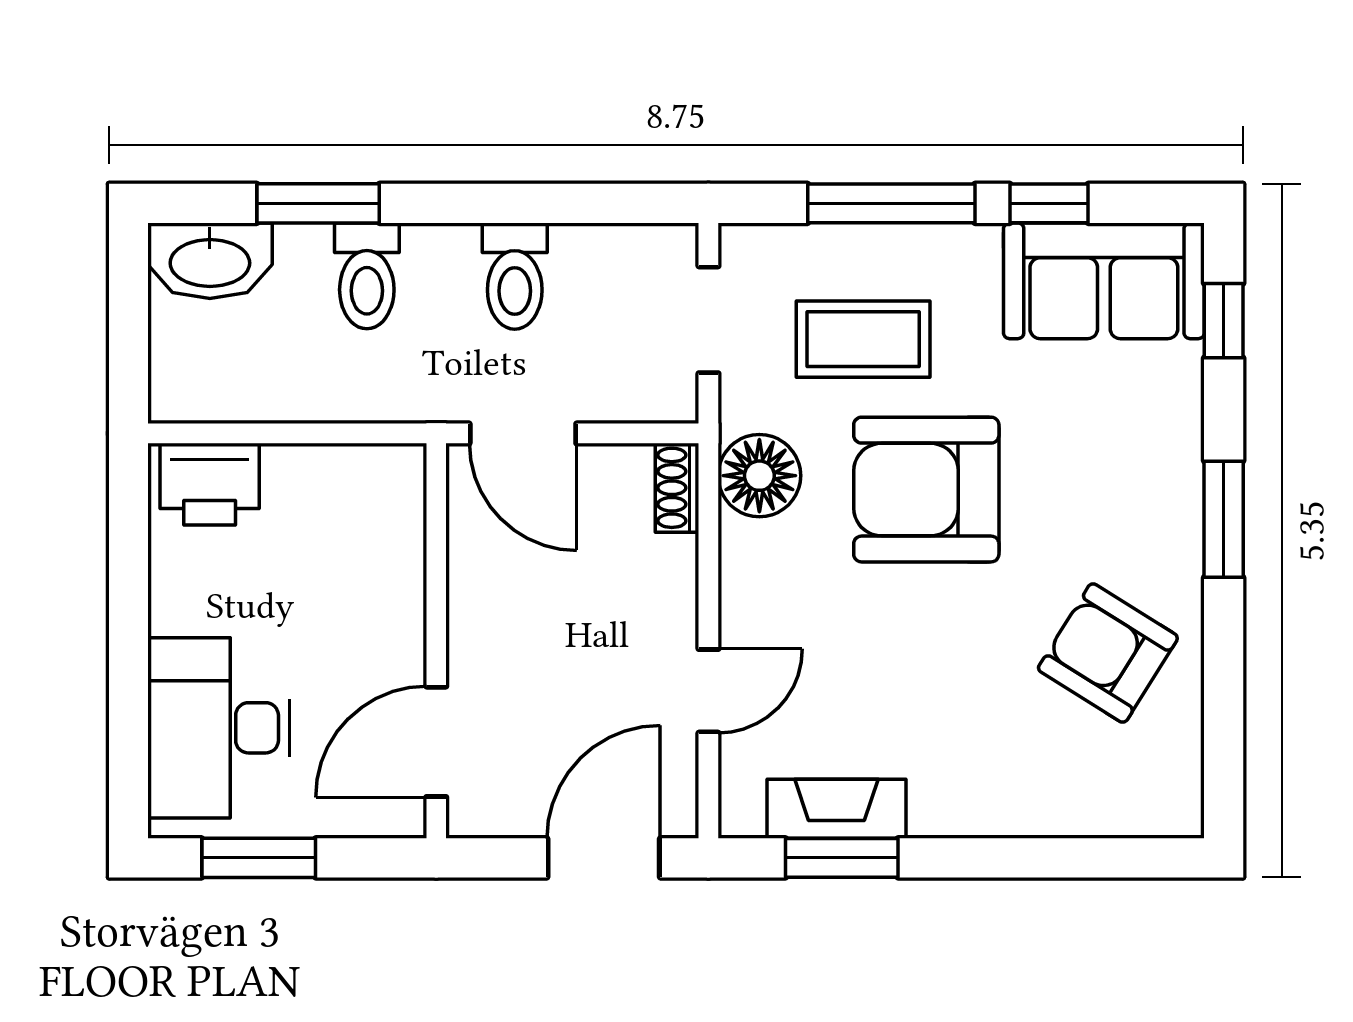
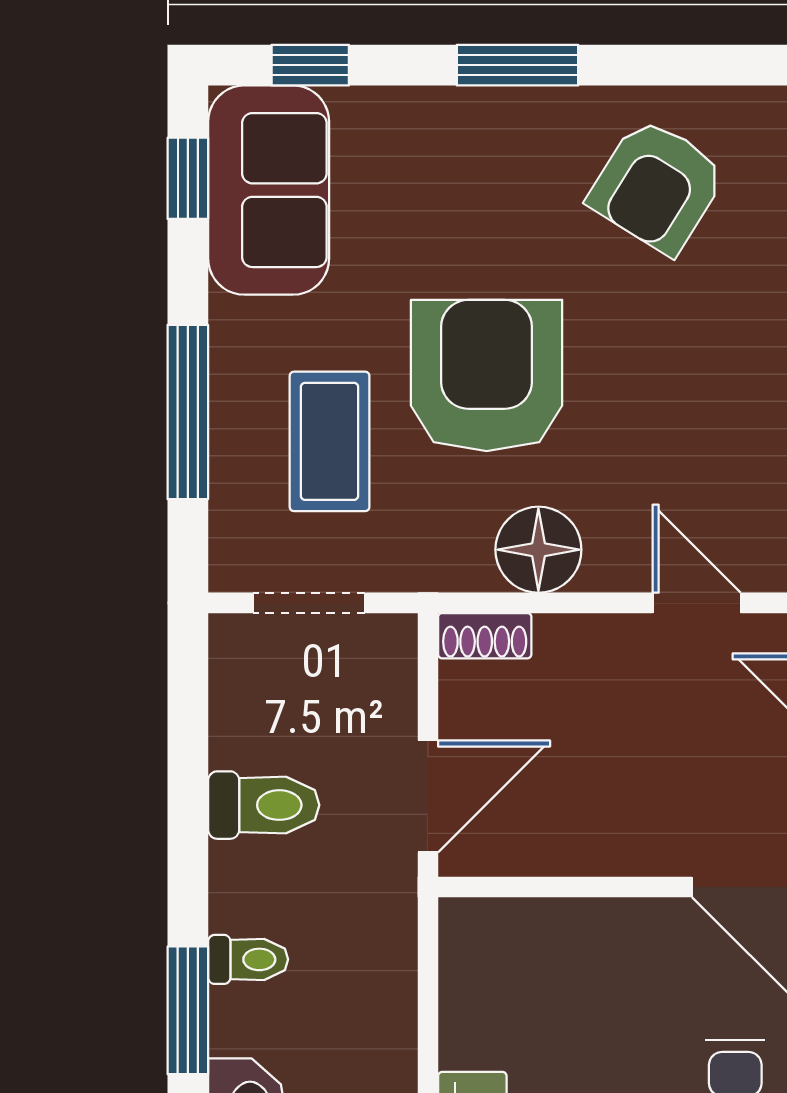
window: (1049, 203) -> (188, 178), moved
toilet: (367, 276) -> (248, 959), width x0.73, depth x0.72
floor lamp: (759, 476) -> (538, 550), moved
armchair: (926, 490) -> (487, 375), turned 180

